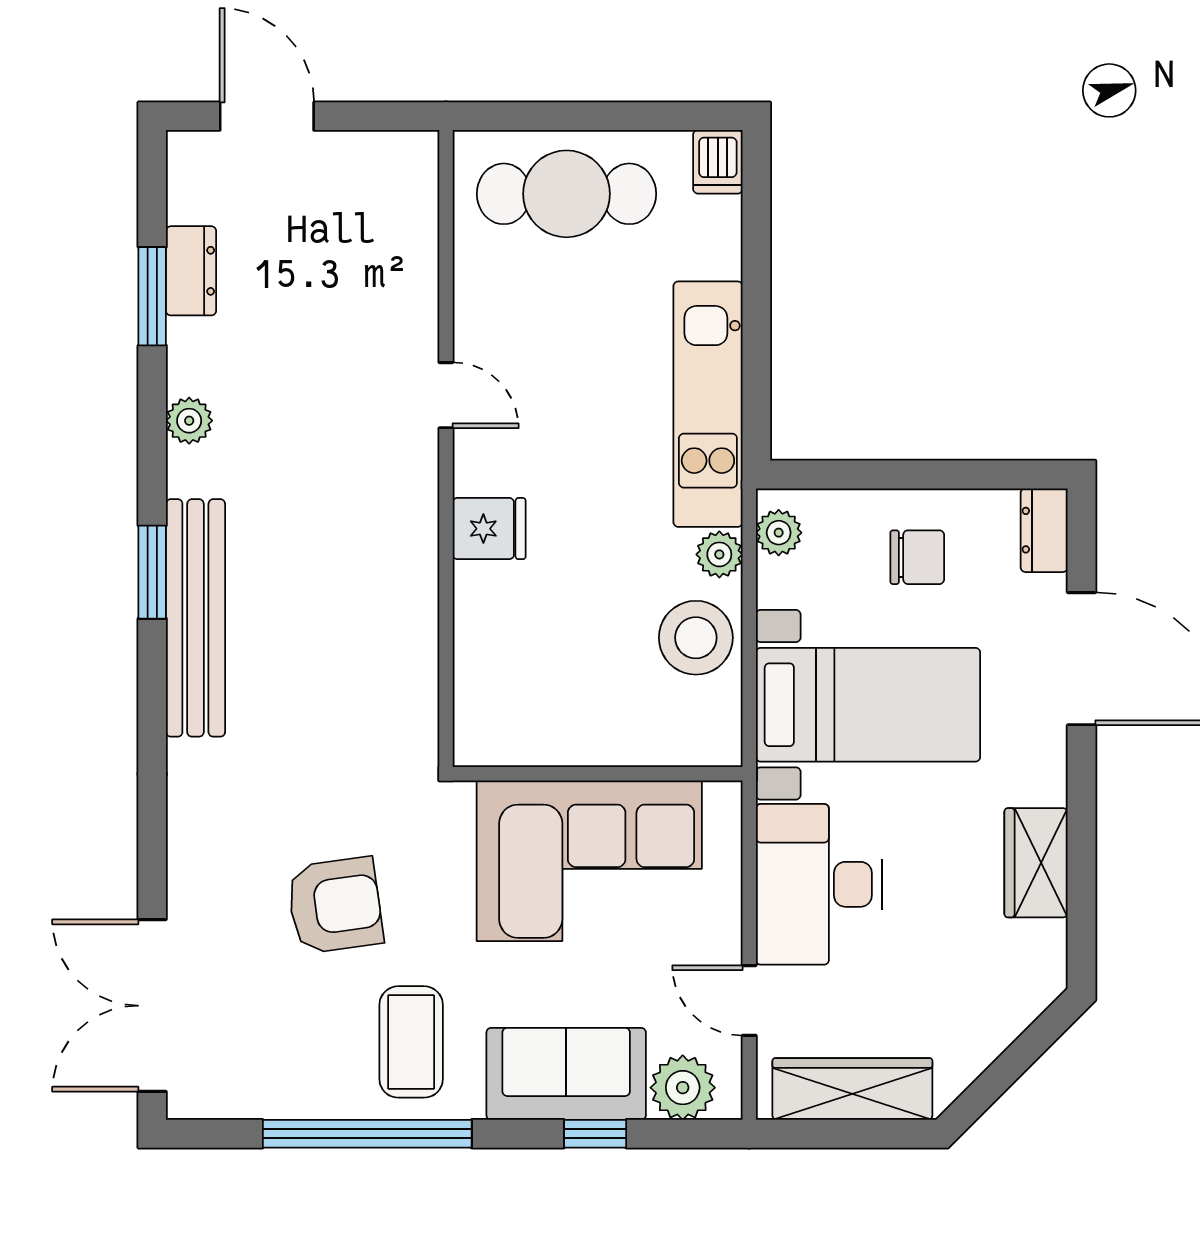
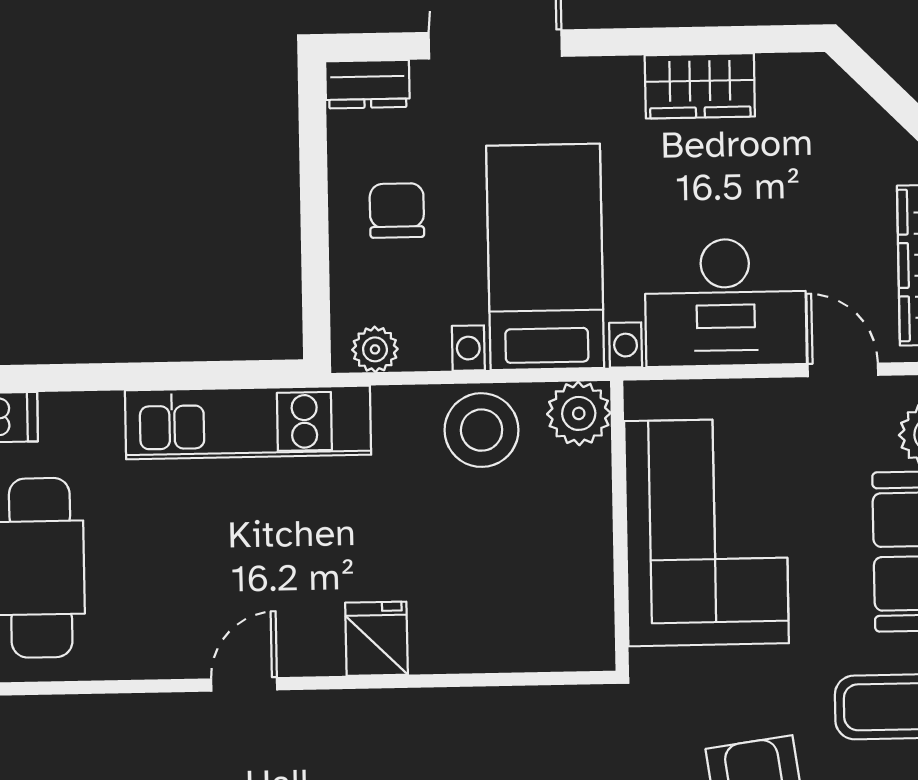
plant: (719, 554) -> (579, 413), moved, width x1.38, depth x1.38
door: (749, 1000) -> (843, 370), swing flipped

